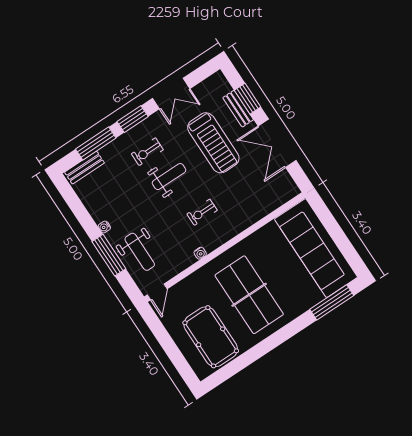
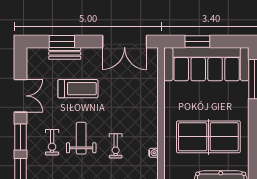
treadmill: (213, 143) -> (78, 89), width x0.73, depth x0.73
double door: (277, 143) -> (125, 41), moved
exercise bike: (202, 212) -> (116, 146), moved
window: (331, 225) -> (197, 41), added

